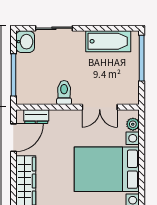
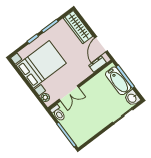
bathtub: (108, 41) -> (118, 81), moved, turned -90
toilet: (64, 93) -> (58, 113), moved
double door: (100, 107) -> (69, 93), swing flipped

